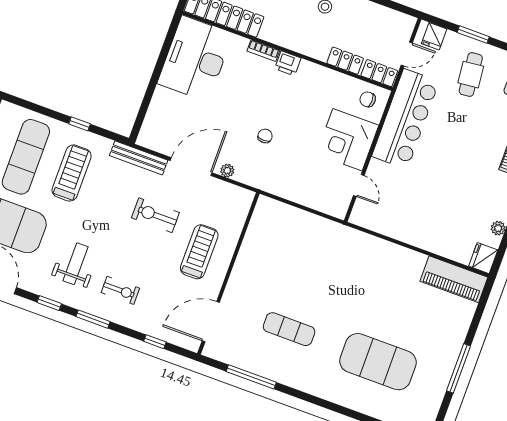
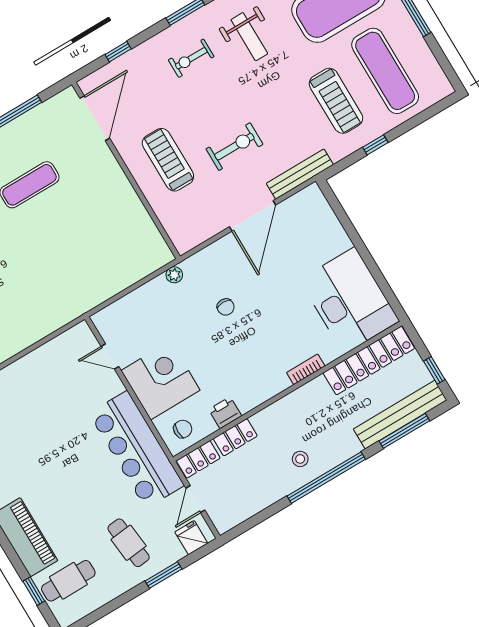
printer: (288, 63) -> (225, 413), moved
plant: (227, 171) -> (174, 275), moved
treadmill: (199, 252) -> (168, 160), turned 180

